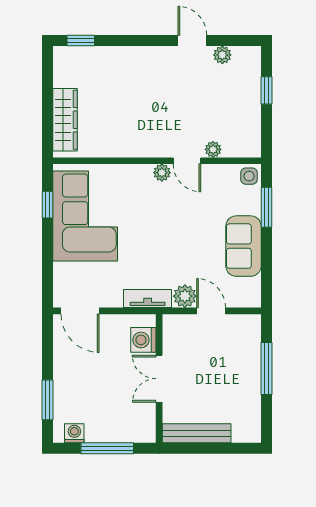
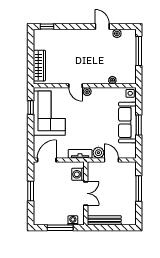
window: (266, 90) -> (139, 51), width x2.17
door: (187, 161) -> (76, 86), moved
window: (266, 207) -> (139, 125), moved
sofa: (243, 246) -> (127, 123), width x1.36
door: (80, 311) -> (47, 160), swing flipped
double door: (159, 379) -> (86, 193), swing flipped
window: (48, 400) -> (31, 191), moved
washing machine: (74, 433) -> (73, 220), moved

